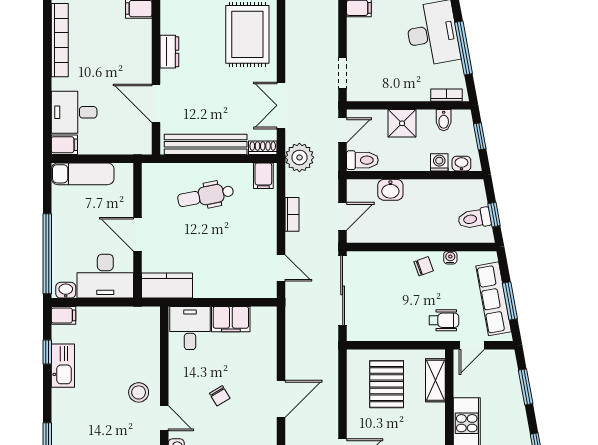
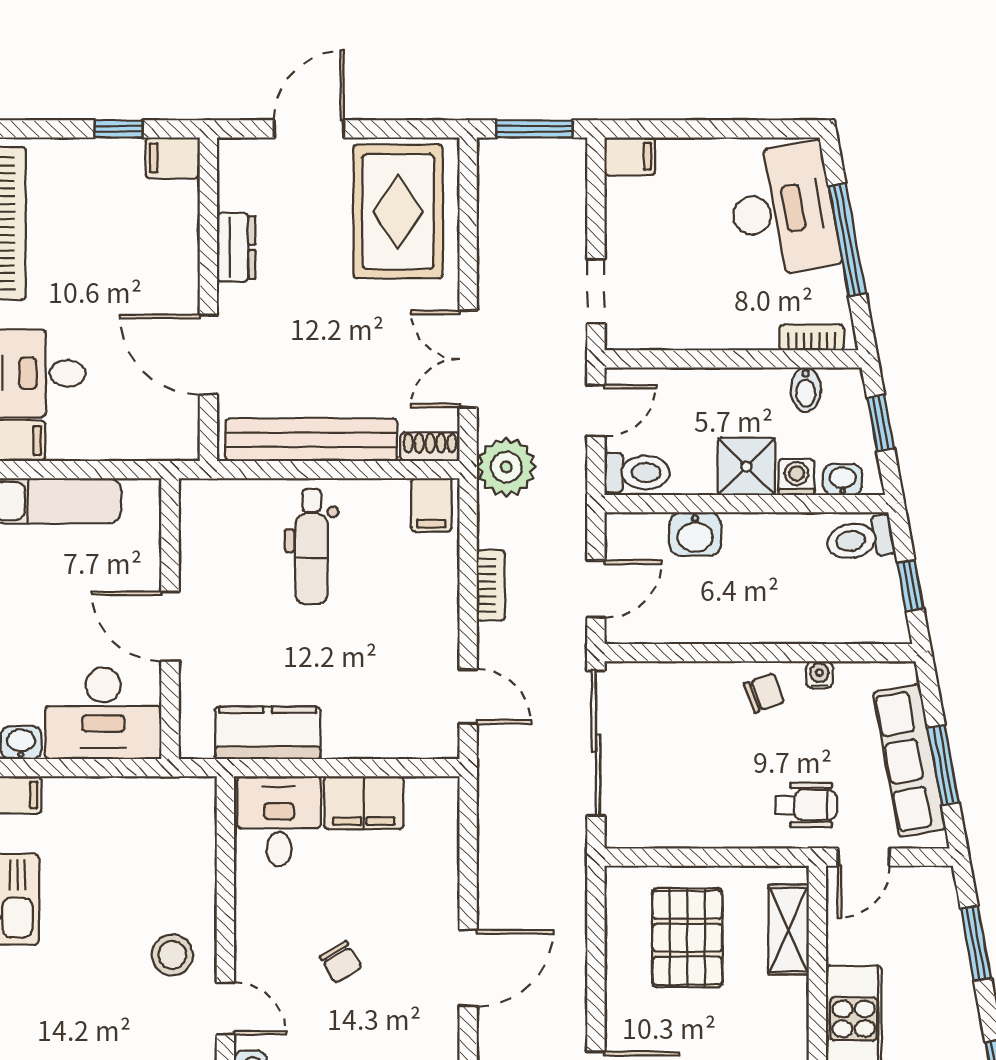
shower: (402, 123) -> (746, 466), moved
dental chair: (206, 196) -> (312, 546), turned -79
toilet: (474, 218) -> (860, 539), moved
kitchen counter: (167, 285) -> (268, 733), moved

